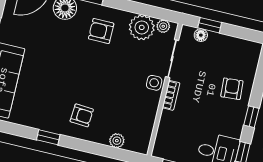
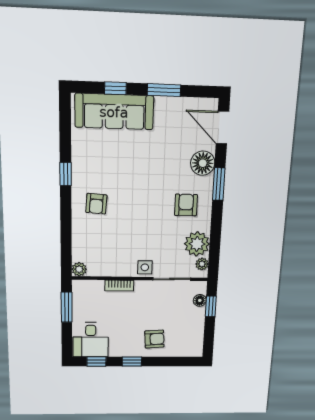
bookcase: (171, 95) -> (119, 286), moved
plant: (117, 141) -> (79, 269), moved

